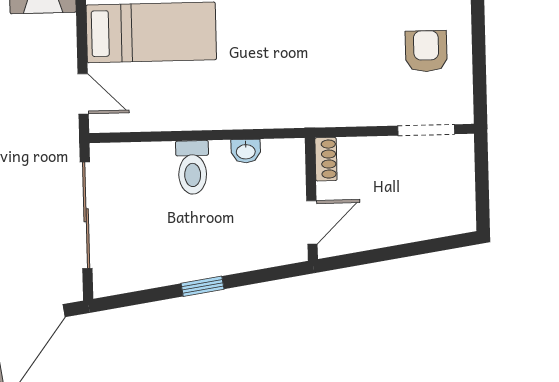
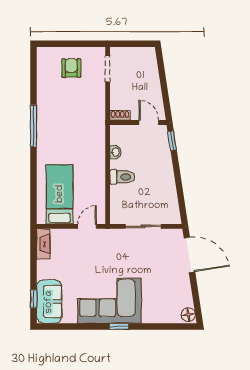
armchair: (426, 51) -> (71, 68), turned 90
sliding door: (86, 215) -> (143, 226), width x0.73
window: (202, 286) -> (172, 141), moved

